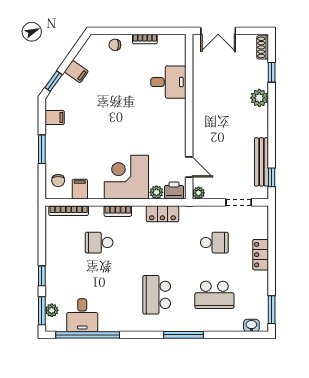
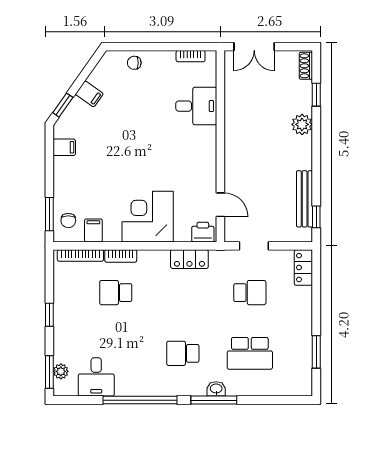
bookcase: (145, 39) -> (191, 56), moved
window: (42, 149) -> (49, 214), moved
plant: (156, 192) -> (182, 234), removed
plant: (199, 193) -> (231, 235), removed
doorway: (239, 202) -> (254, 246), moved
bookcase: (118, 211) -> (121, 256), moved
locker: (261, 255) -> (303, 268), moved
window: (42, 276) -> (49, 315), moved
school desk: (157, 295) -> (183, 353), width x0.54
window: (272, 310) -> (316, 352), moved
washbasin: (251, 325) -> (216, 389), moved
window: (88, 335) -> (140, 400), moved

